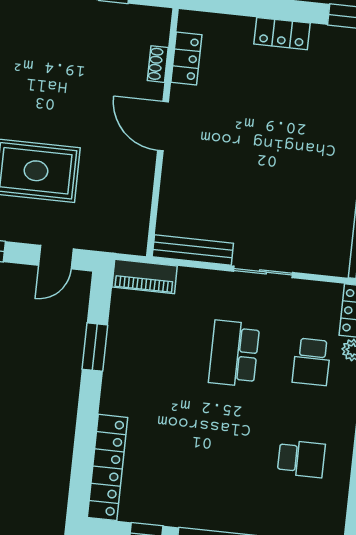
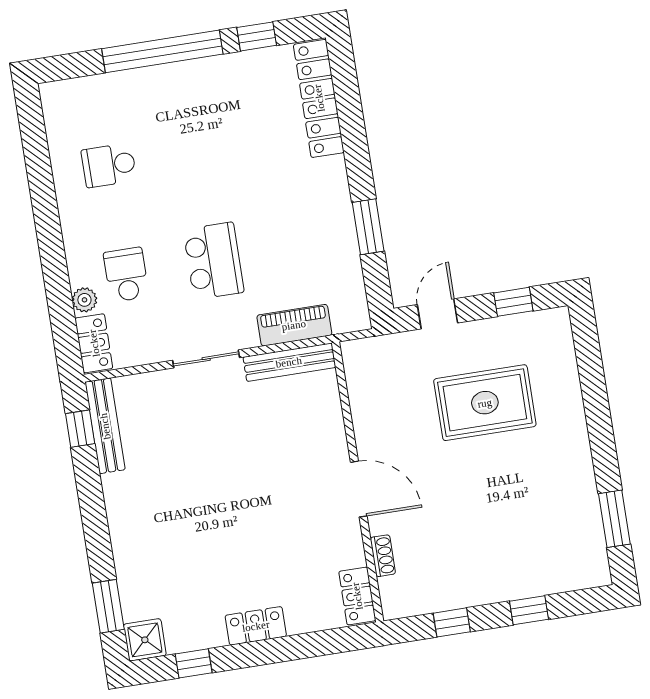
locker: (186, 59) -> (357, 596), moved
piano: (145, 276) -> (294, 325), moved

